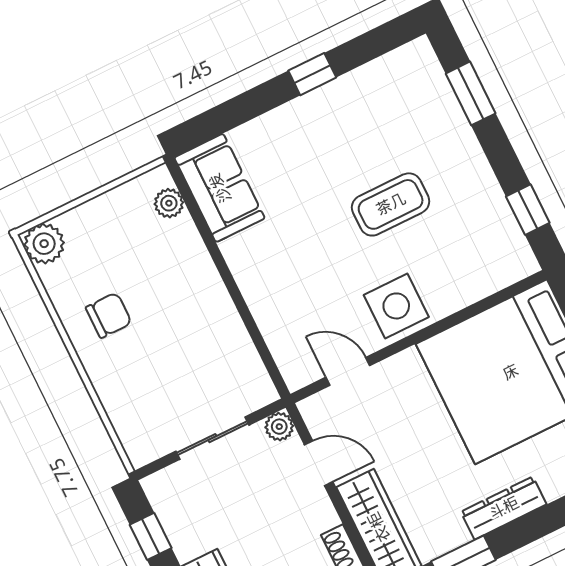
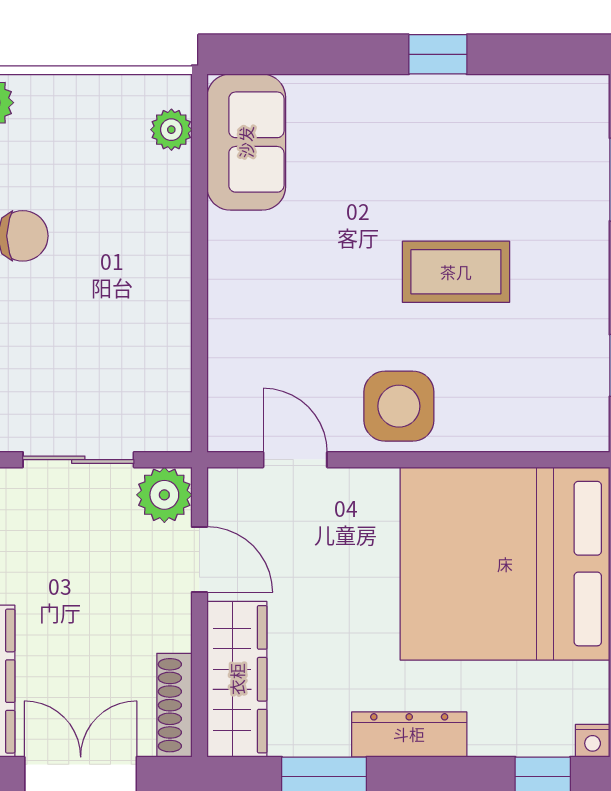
plant: (279, 427) -> (164, 495), width x1.38, depth x1.38

